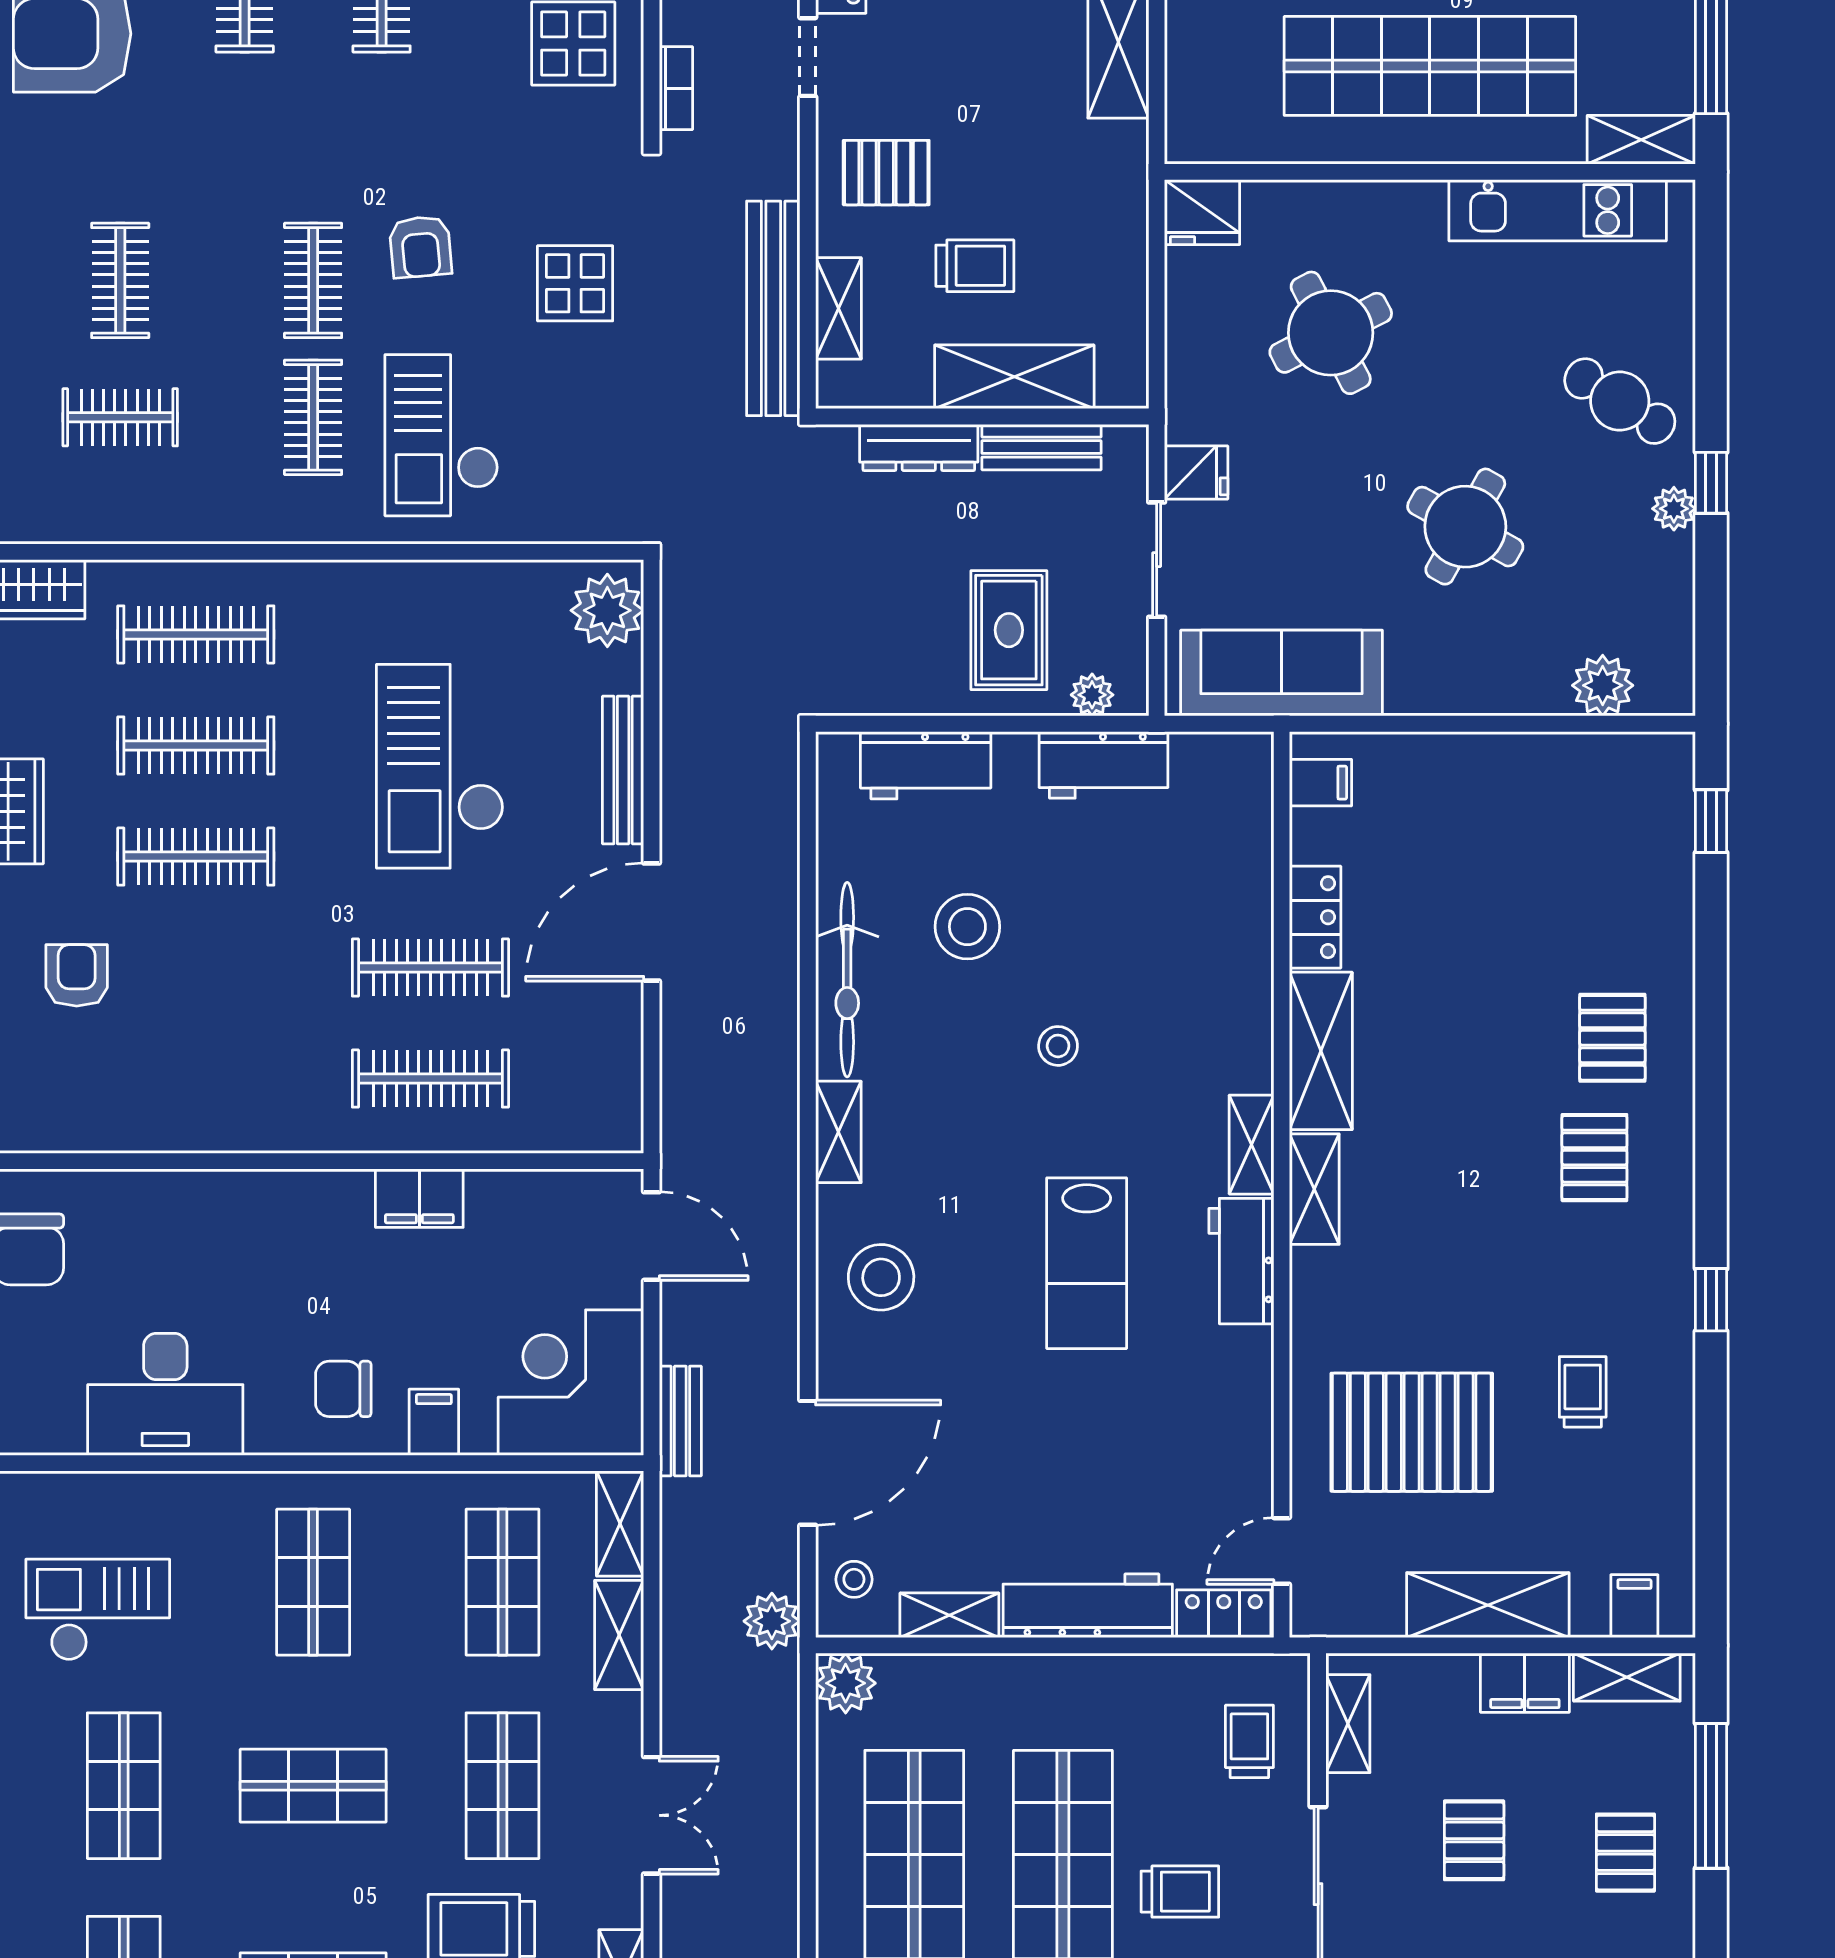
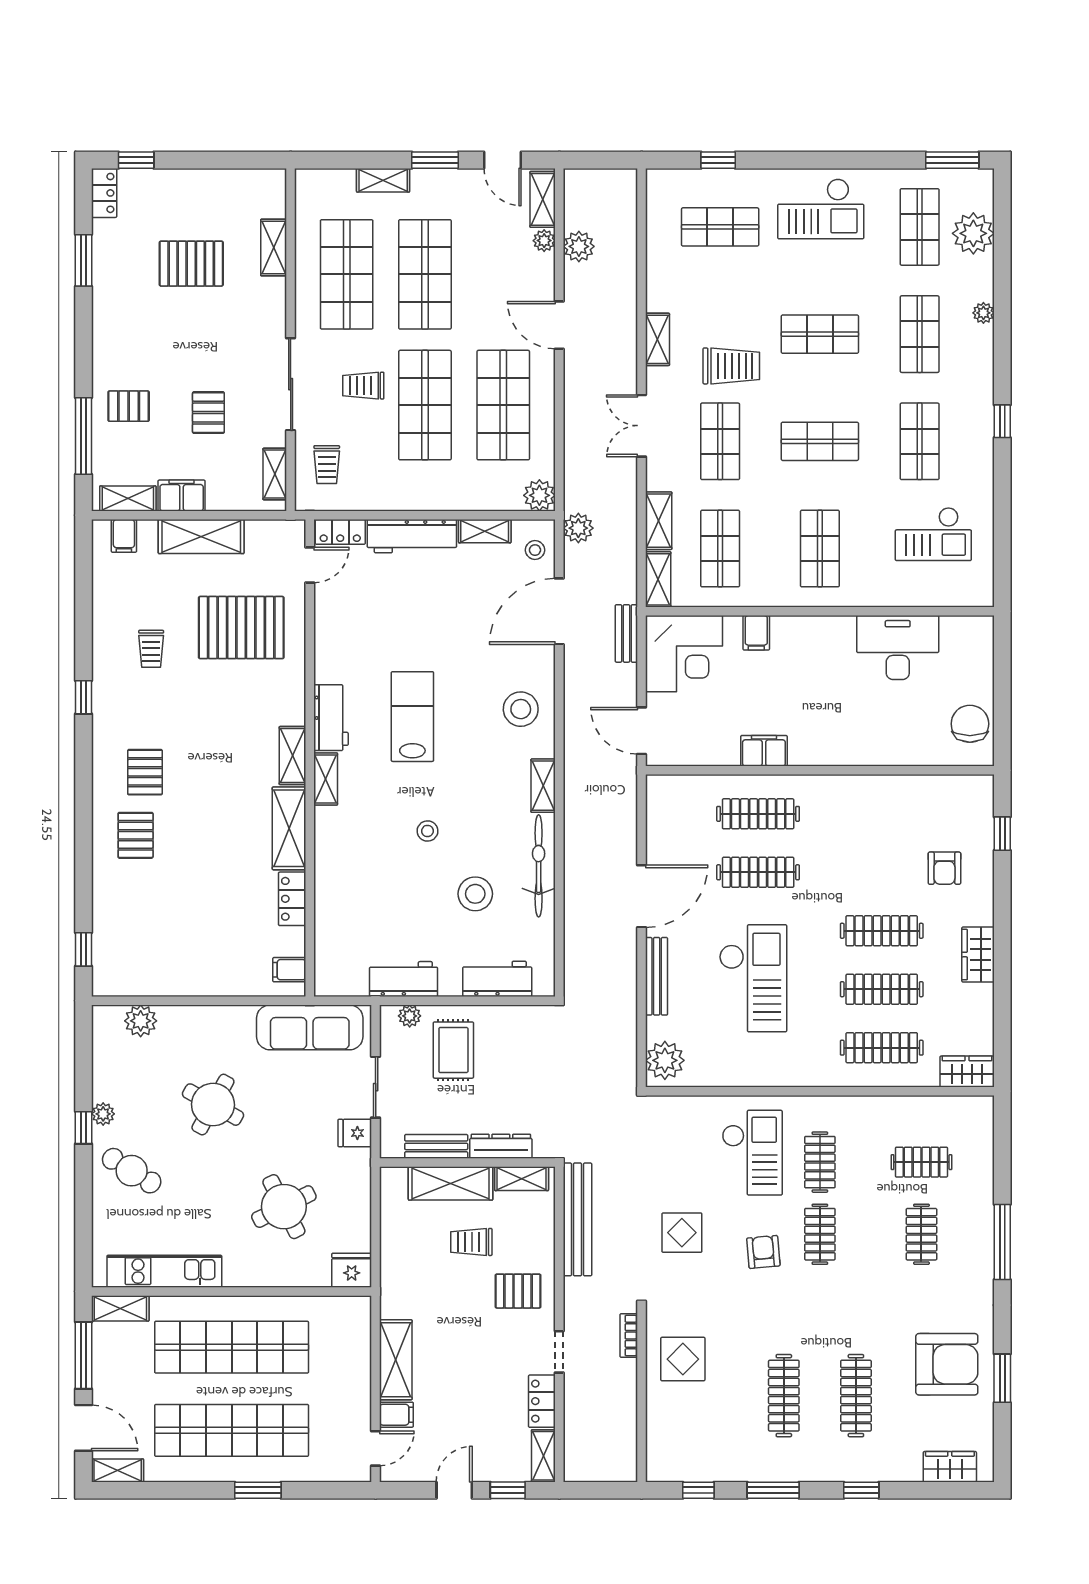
shelving: (838, 308) -> (522, 1179), moved, turned 90
chair: (343, 1389) -> (804, 650), removed
pallet: (1625, 1853) -> (129, 406), turned 90

